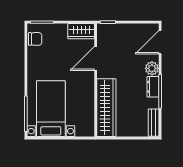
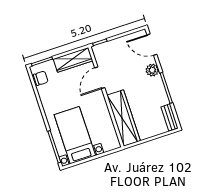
wardrobe: (81, 31) -> (73, 60), width x1.50
door: (160, 42) -> (152, 45), hinge flipped
dresser: (153, 87) -> (159, 86), removed

